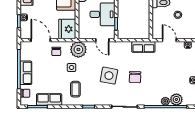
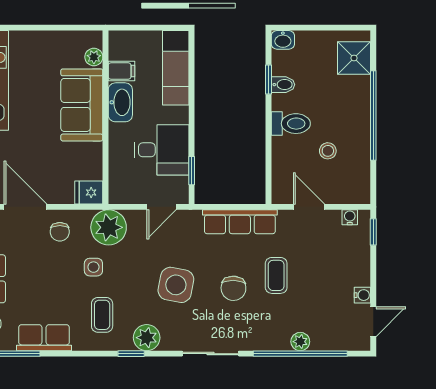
fridge: (67, 29) -> (89, 192), width x0.53, depth x0.75
door: (102, 40) -> (161, 207), hinge flipped
row of seats: (143, 47) -> (240, 222), width x1.48
coffee table: (154, 71) -> (276, 275), added
plant: (176, 99) -> (147, 338), moved

